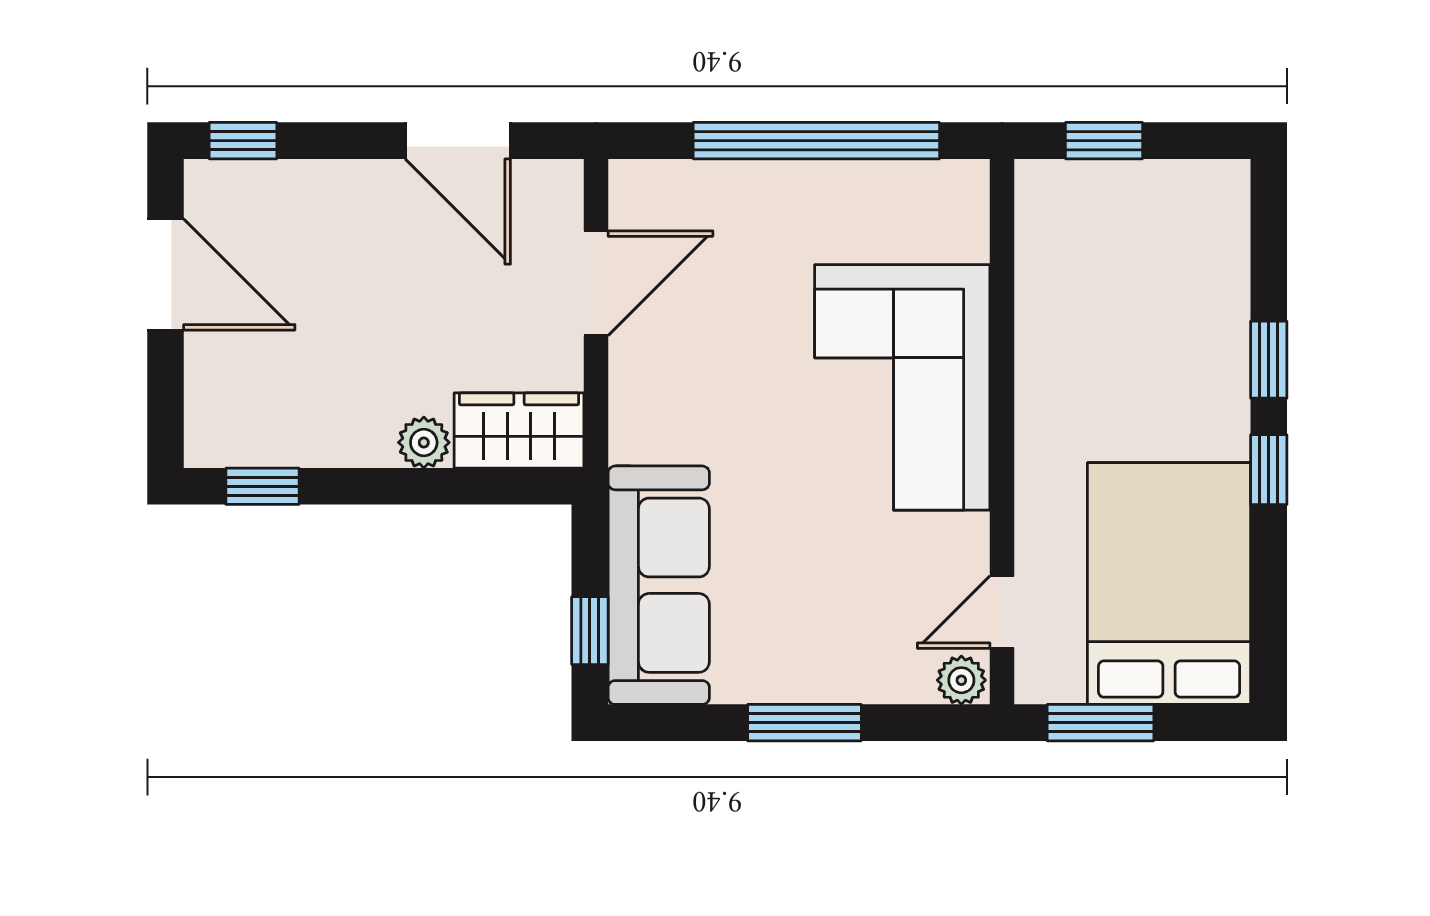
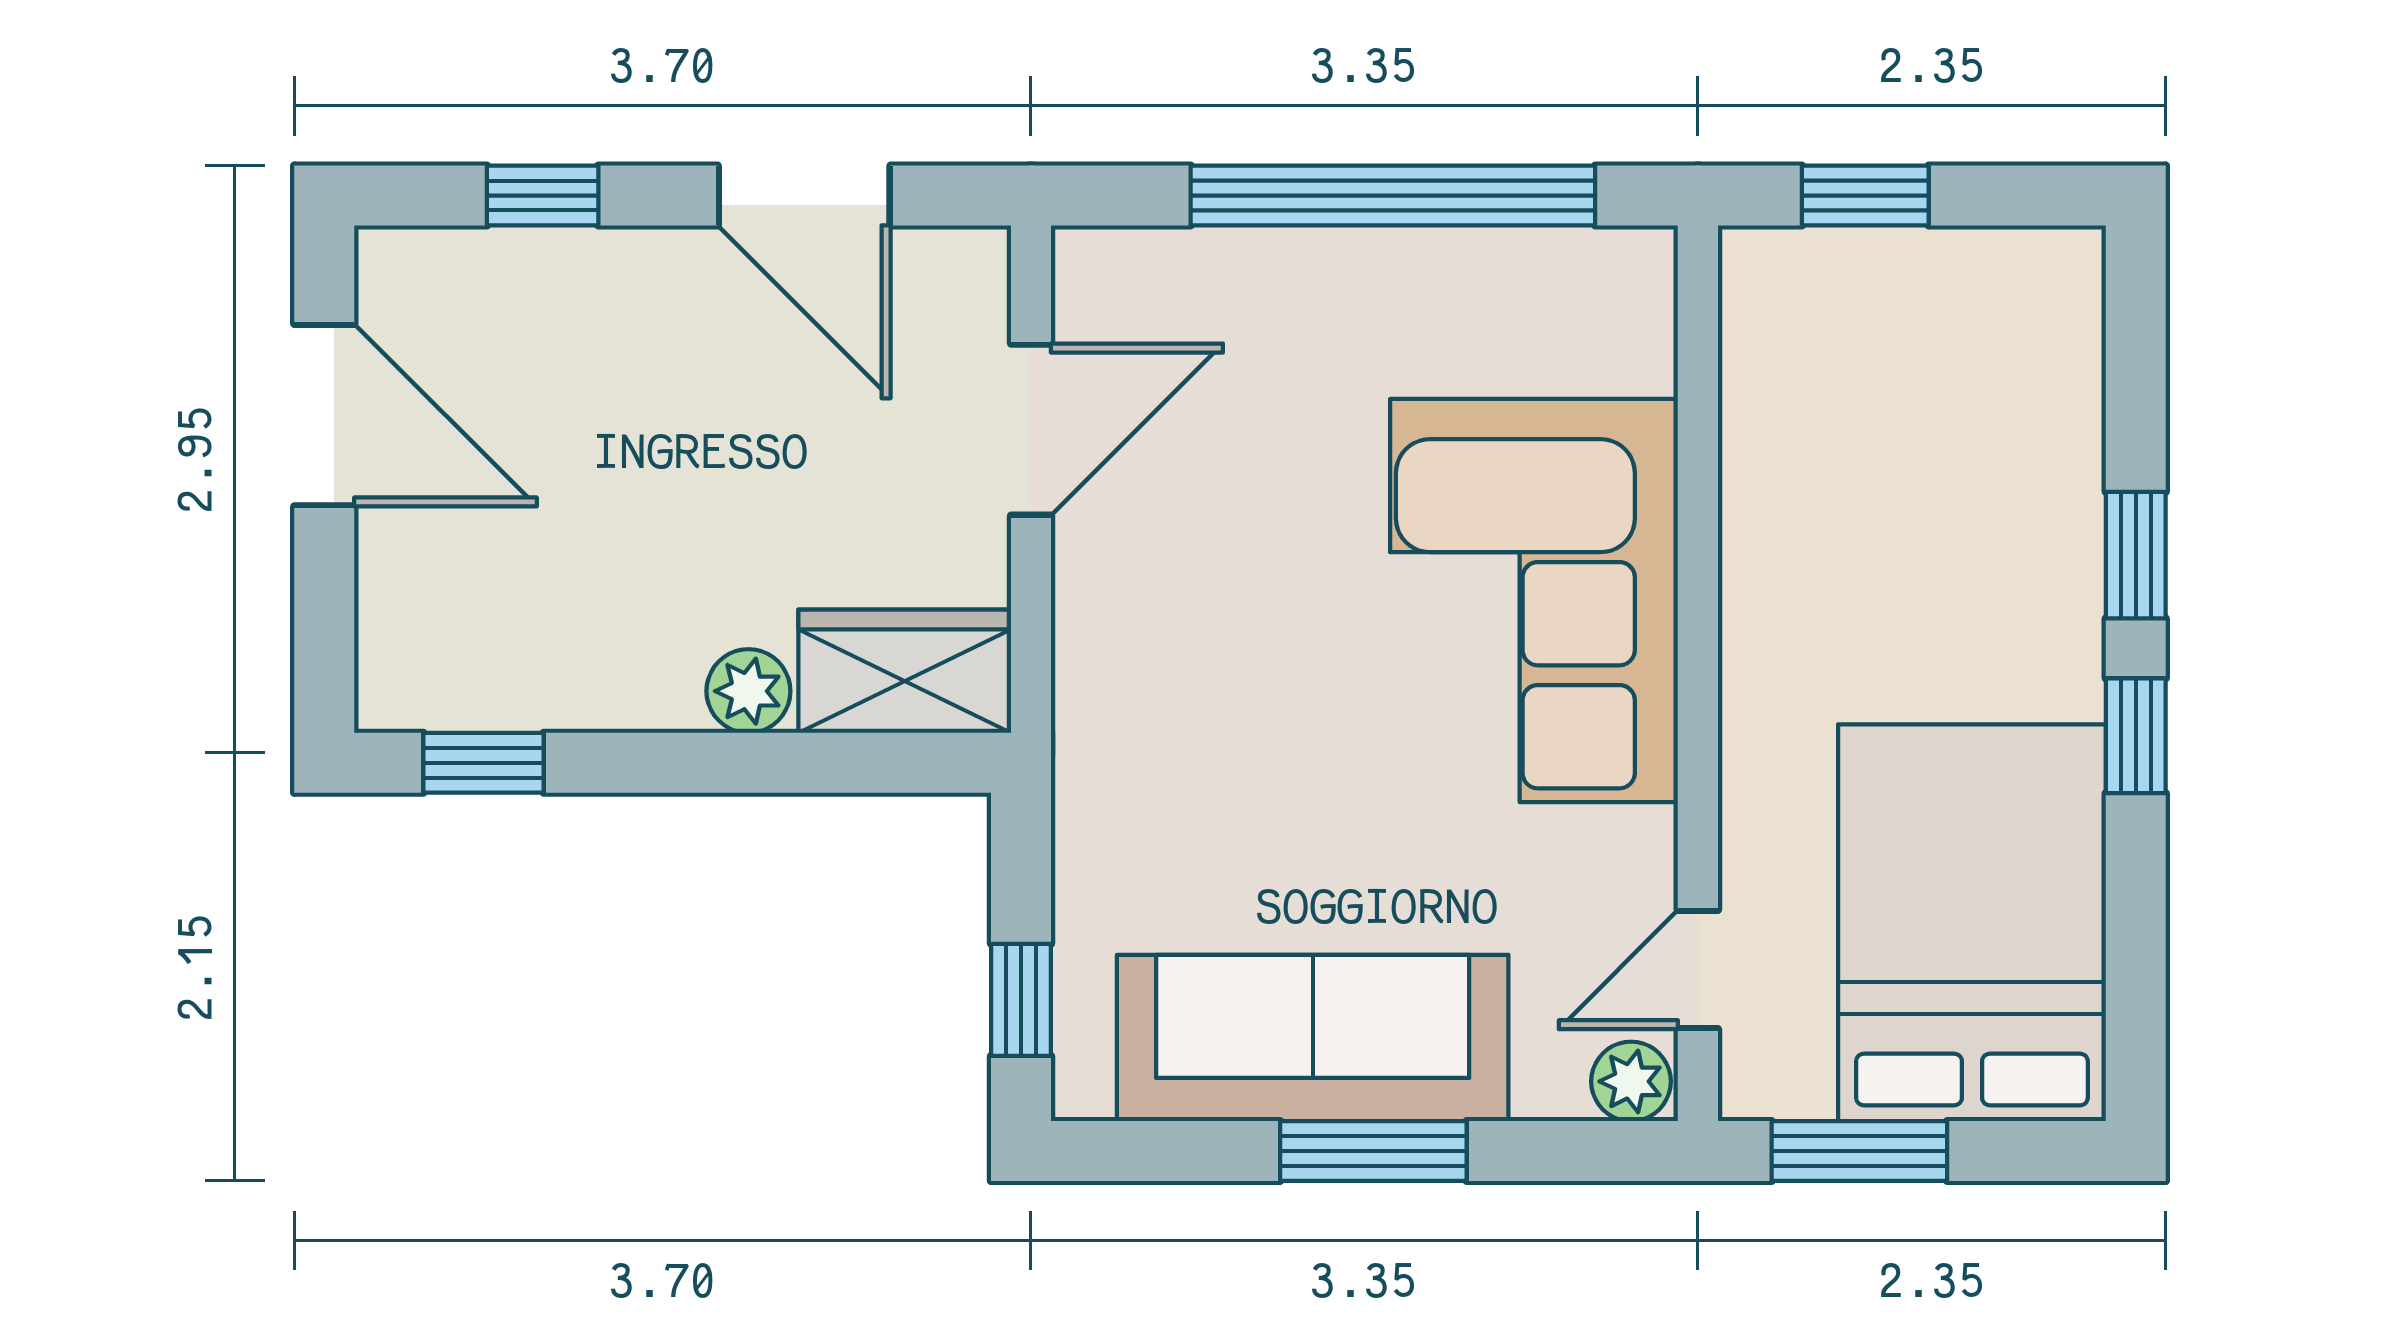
window: (243, 141) -> (543, 196), moved
sofa: (659, 585) -> (1313, 1038), moved, turned -90

